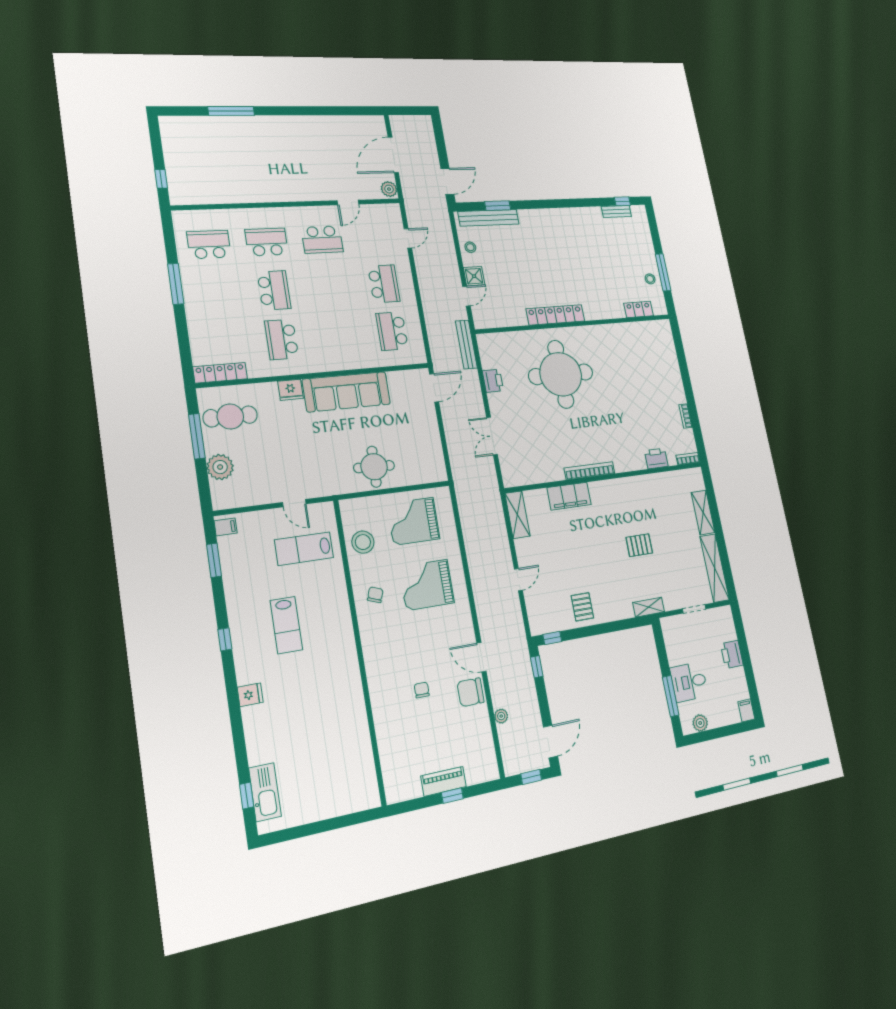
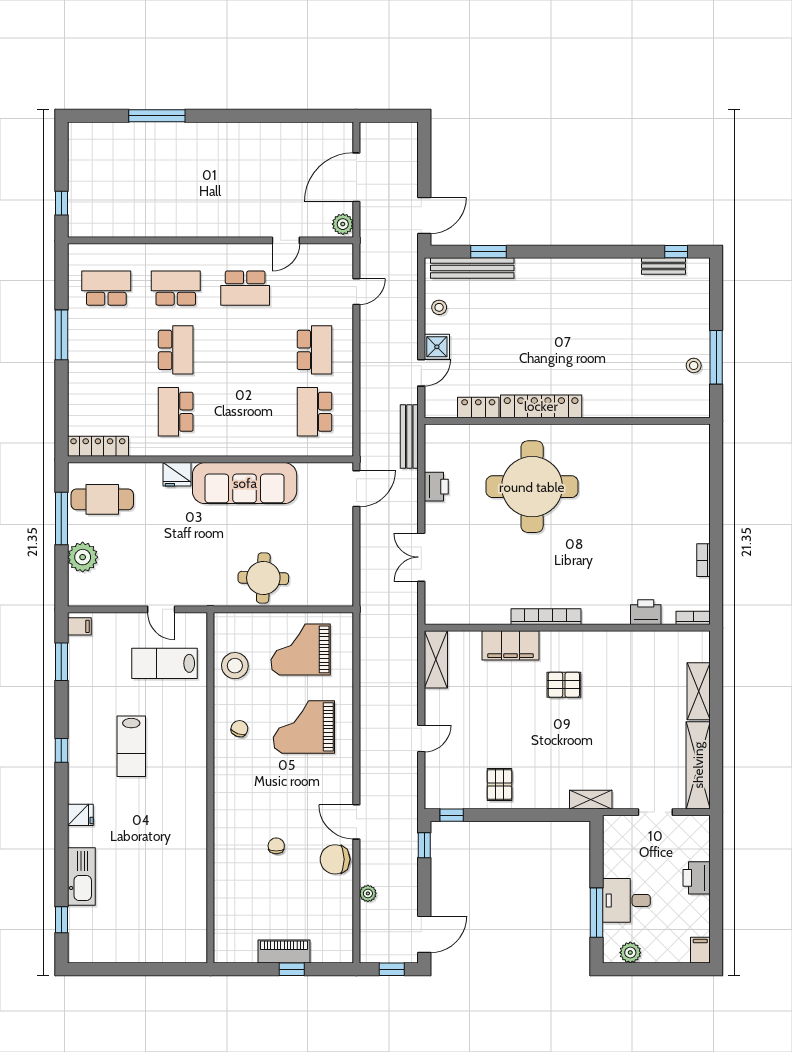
locker: (639, 309) -> (478, 407), moved
pallet: (639, 545) -> (564, 685), moved
kitchen sink: (265, 792) -> (81, 876), moved

